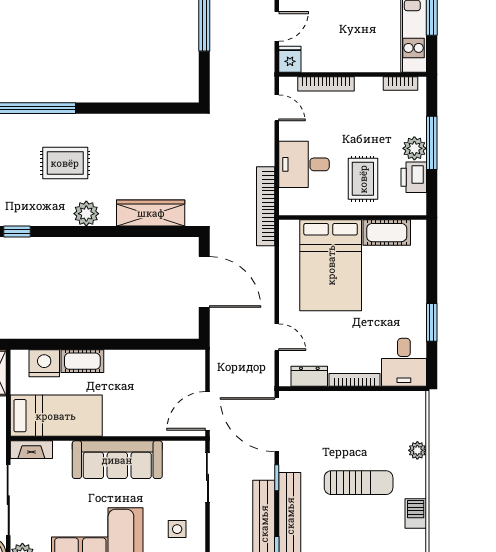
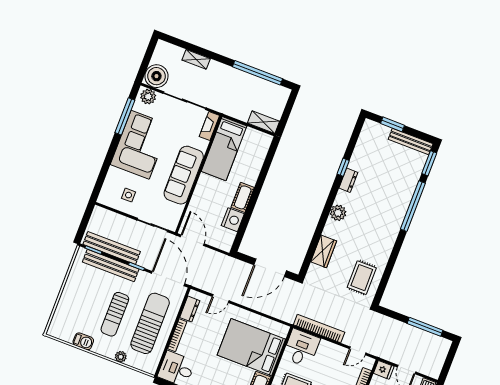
rug: (65, 163) -> (362, 278), moved
desk: (304, 164) -> (301, 348), moved
bookcase: (266, 206) -> (319, 328), moved
wardrobe: (151, 213) -> (324, 251), width x0.67
dresser: (33, 217) -> (348, 180), added
cot: (82, 361) -> (243, 197), moved
nightstand: (44, 363) -> (233, 220), moved
door: (277, 425) -> (168, 279), hinge flipped
sun lounger: (352, 426) -> (150, 323), added

